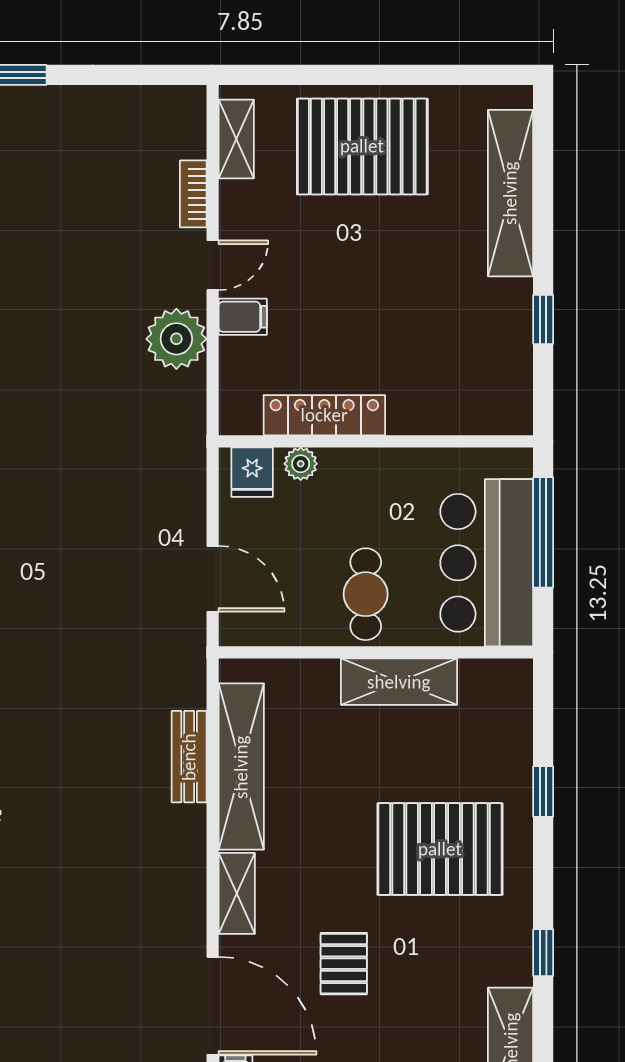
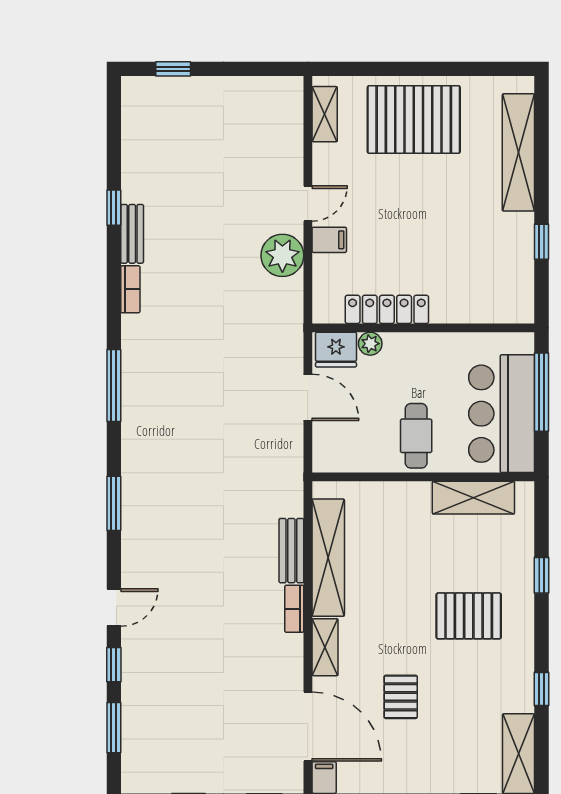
bookcase: (193, 194) -> (294, 609), moved
fridge: (252, 472) -> (336, 350), width x1.38
door: (213, 579) -> (308, 397), moved
shelving: (399, 682) -> (473, 498), moved
pallet: (440, 849) -> (469, 616), width x0.73, depth x0.71

